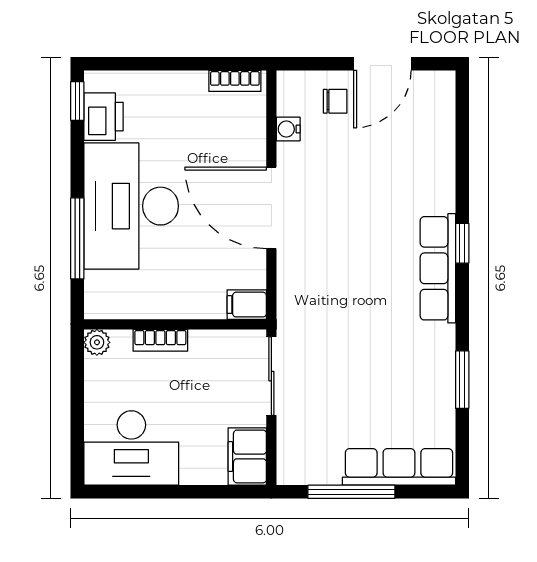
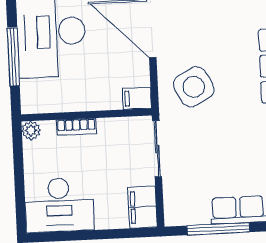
side table: (327, 292) -> (194, 87), added

